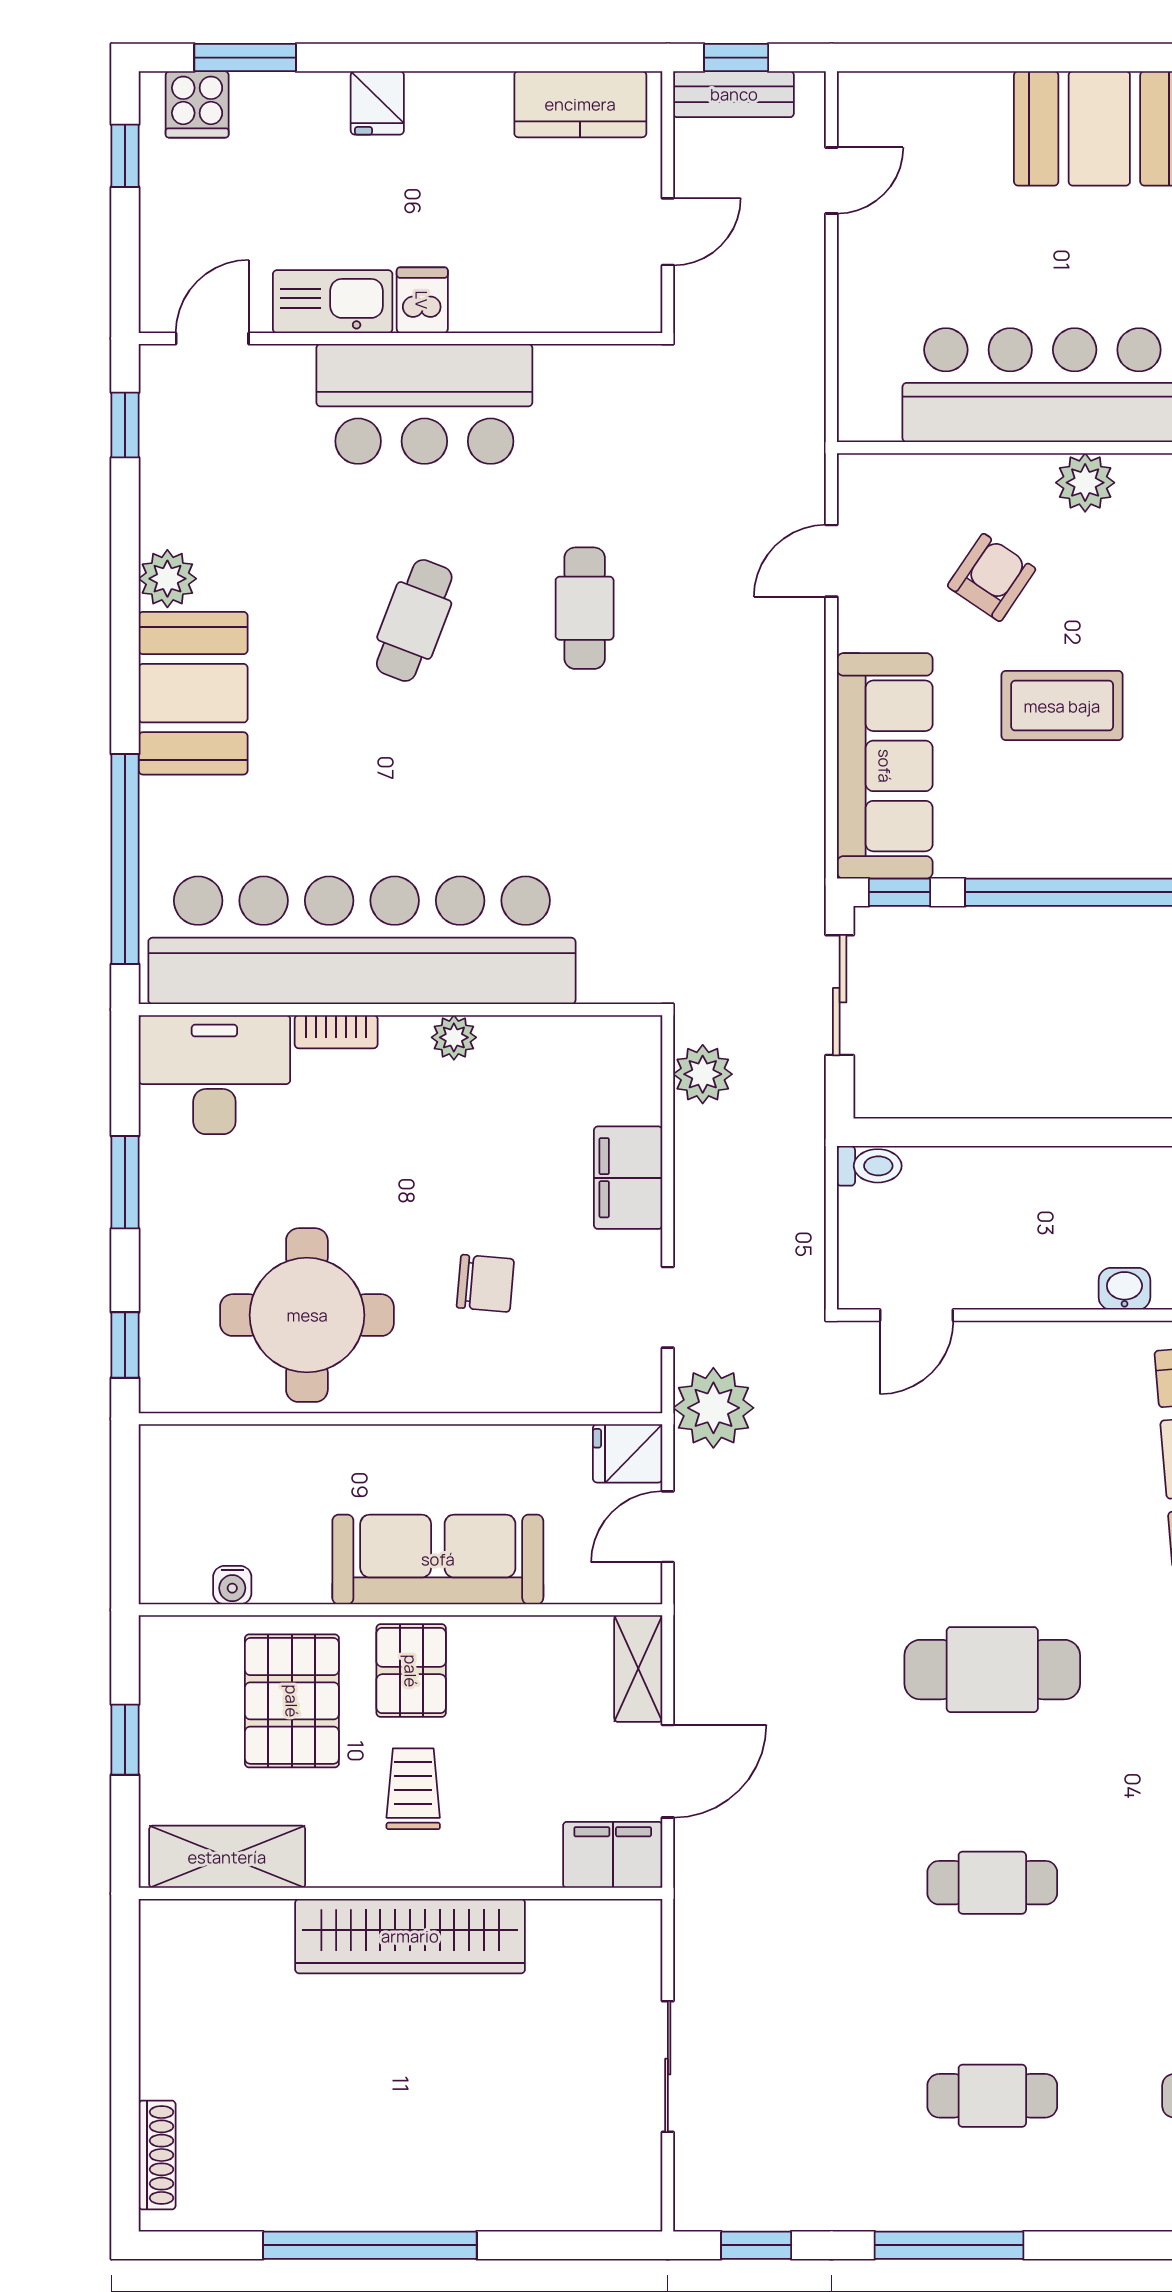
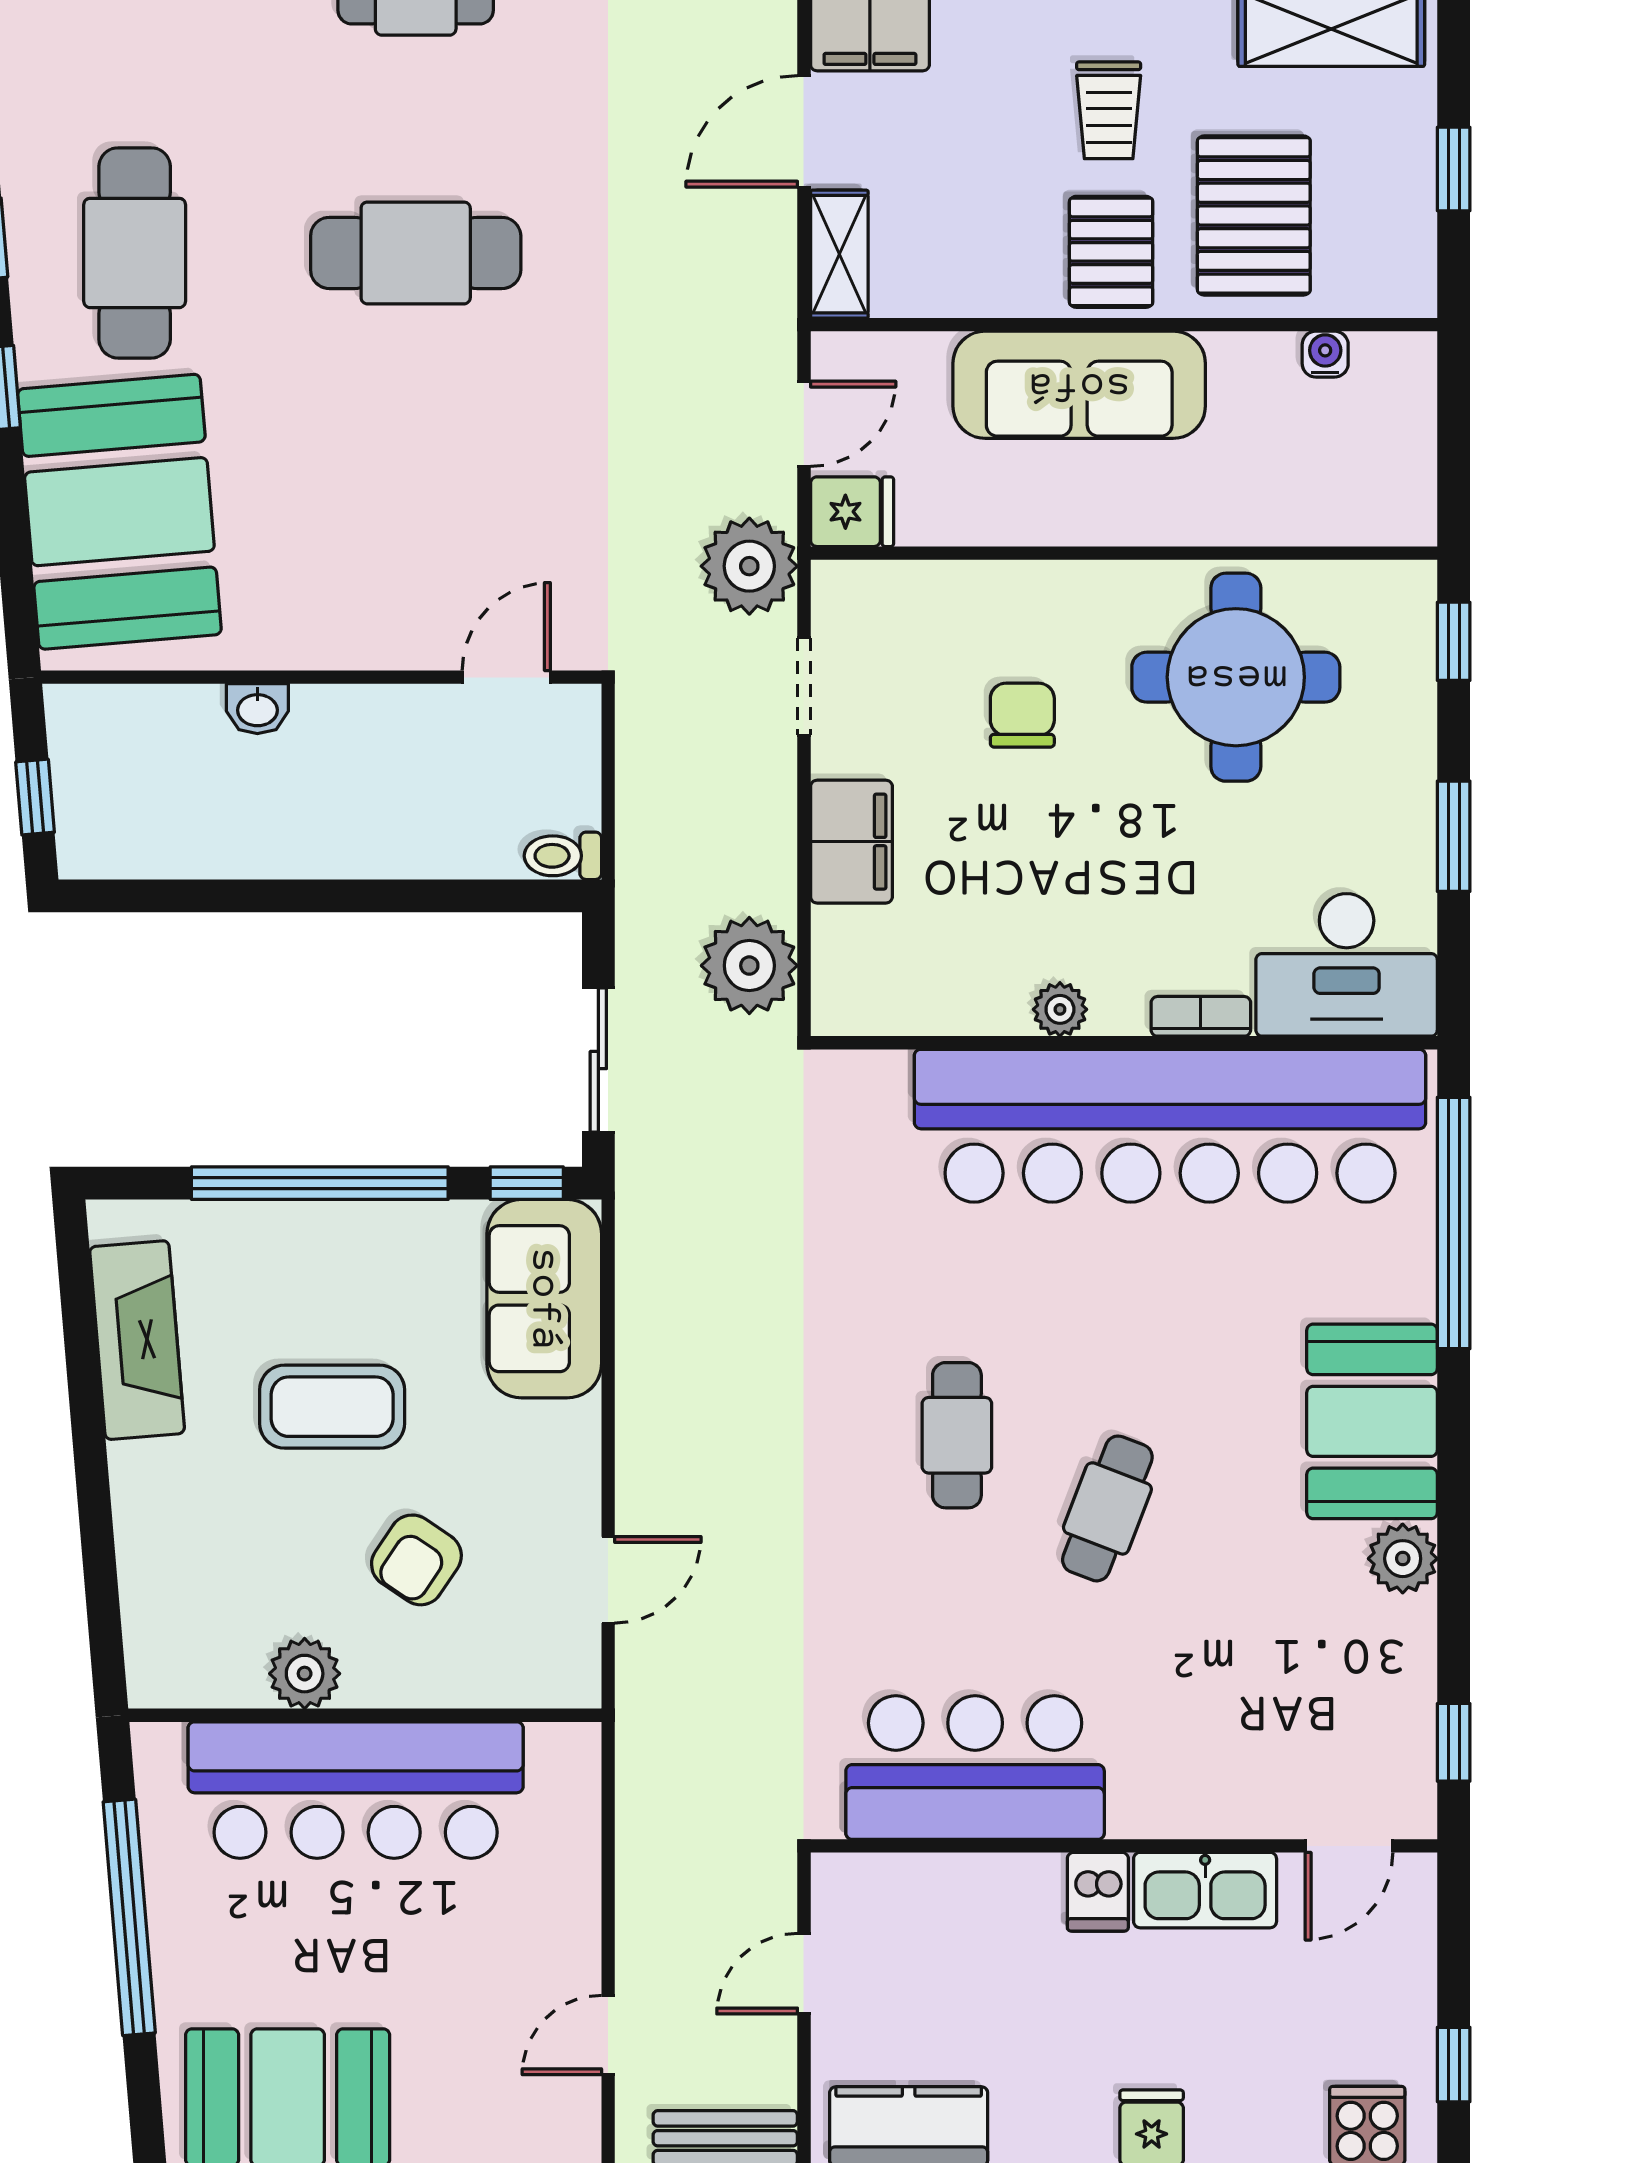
bar counter: (424, 404) -> (975, 1768), moved
cafe table: (585, 608) -> (957, 1435), moved
sofa: (885, 766) -> (544, 1299), width x0.73
plant: (703, 1074) -> (749, 966), width x1.36, depth x1.36
chair: (485, 1283) -> (1022, 715), turned 85

